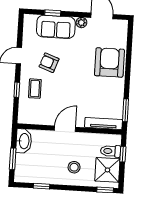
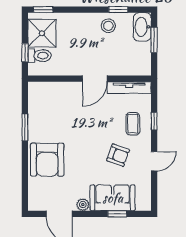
window: (125, 110) -> (25, 127), moved
tv unit: (103, 123) -> (129, 88), moved
washbasin: (24, 141) -> (142, 27), moved
stool: (74, 167) -> (108, 26), moved

